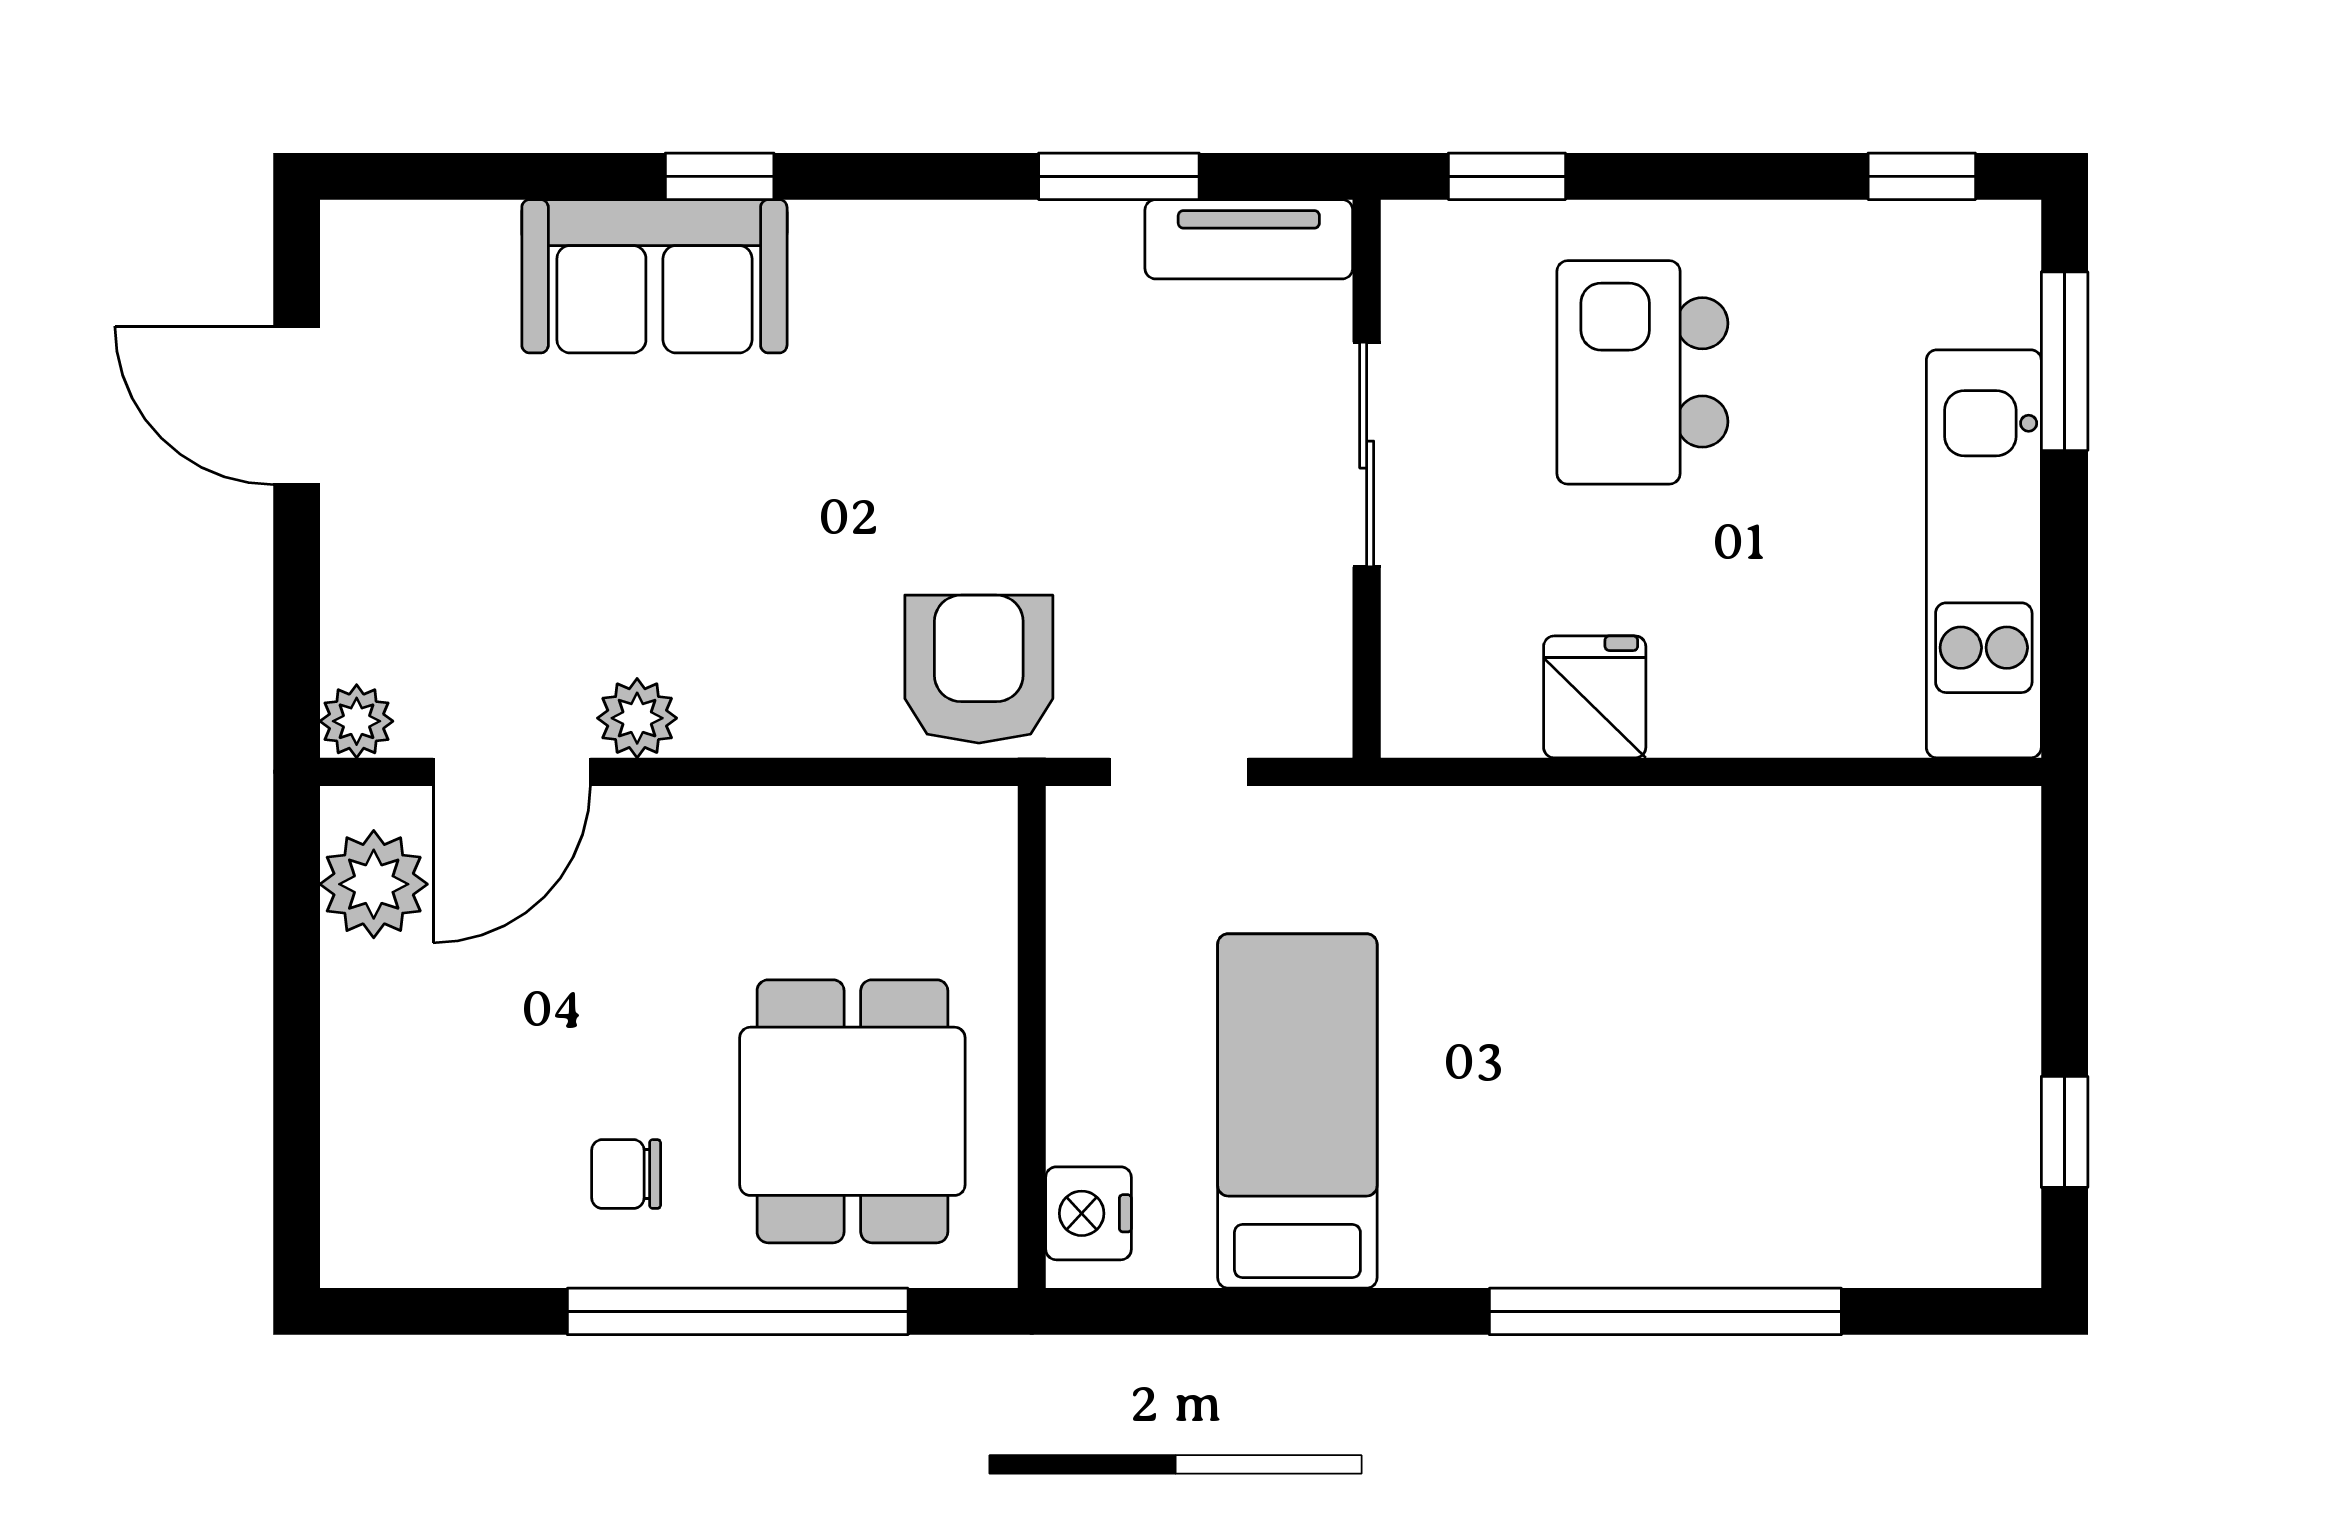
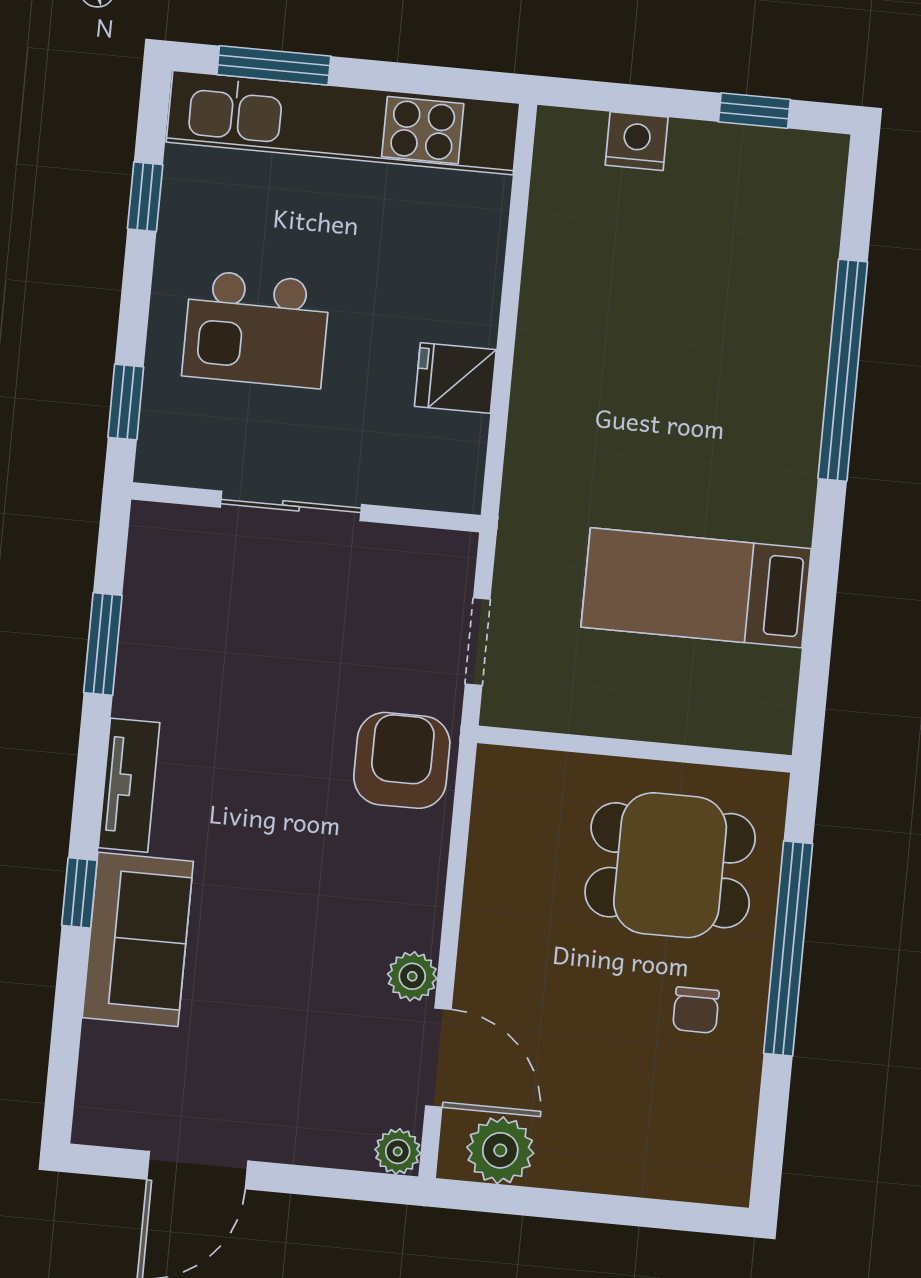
window: (1922, 176) -> (145, 197), moved
tv unit: (1249, 239) -> (129, 785), moved
kitchen unit: (1984, 554) -> (343, 123), width x1.36
armchair: (979, 669) -> (402, 760), turned 90
nightstand: (1088, 1213) -> (637, 141), moved, turned 180

